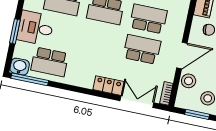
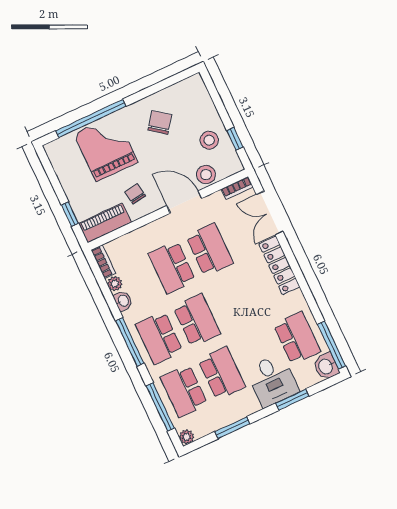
school desk: (142, 49) -> (210, 250), turned 180
locker: (108, 86) -> (279, 265), width x1.53
window: (197, 114) -> (235, 139), width x0.67

